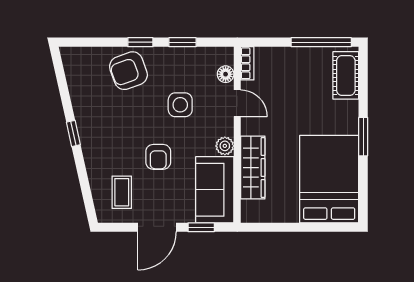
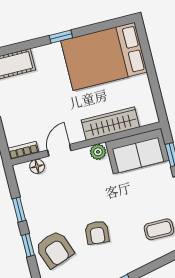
side table: (180, 105) -> (73, 198), removed
window: (363, 137) -> (61, 37), width x0.67
armchair: (158, 157) -> (97, 233), moved, turned 95

